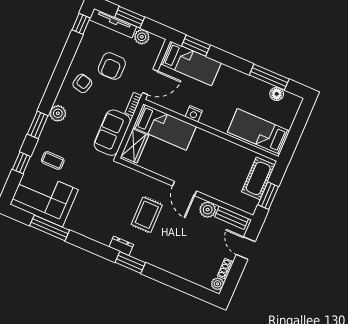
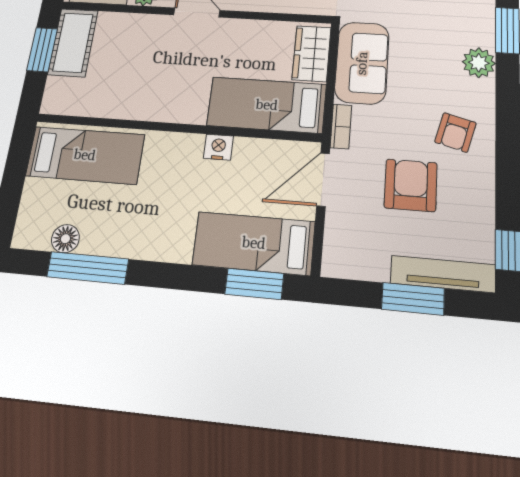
plant: (142, 37) -> (372, 265), removed
cot: (258, 178) -> (73, 42), moved

